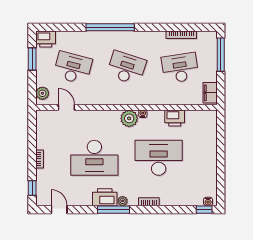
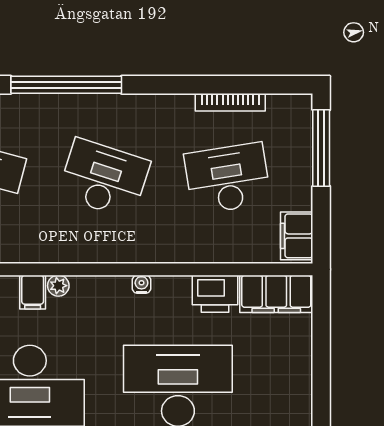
filing cabinet: (96, 117) -> (33, 292), added
plant: (129, 118) -> (58, 286), moved, width x0.53, depth x0.53
filing cabinet: (201, 118) -> (276, 294), added

